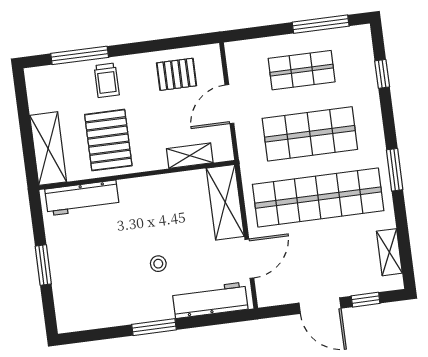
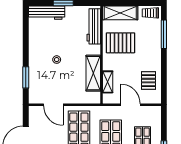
trolley: (107, 80) -> (150, 13), moved
shelving: (225, 202) -> (93, 73), moved, turned 90
workbench: (210, 300) -> (47, 13), moved, turned 90
window: (154, 327) -> (26, 77), moved

